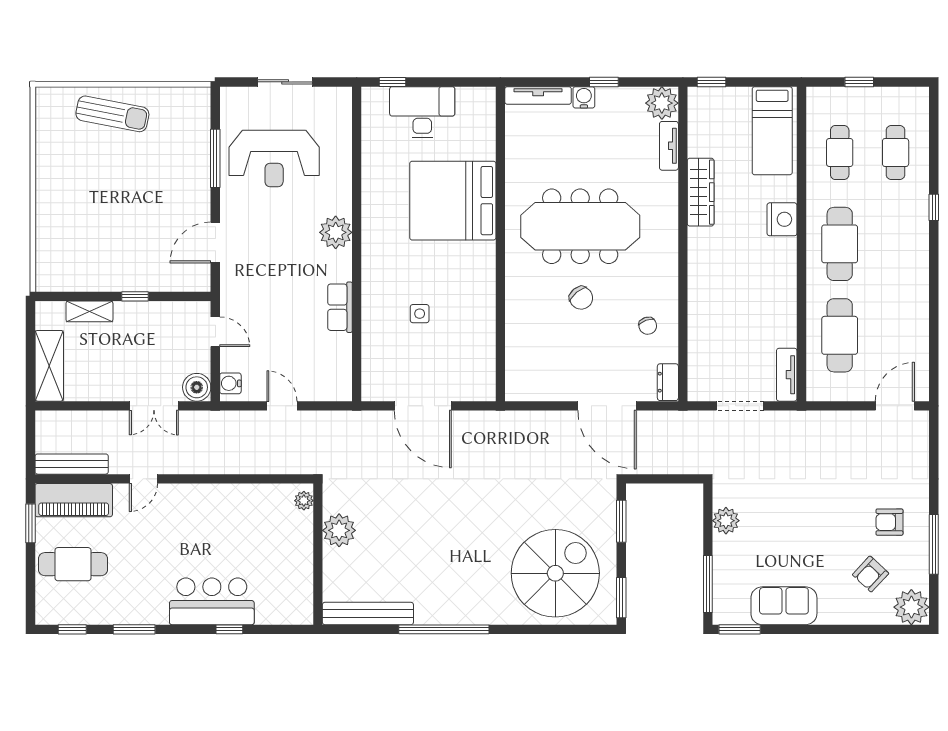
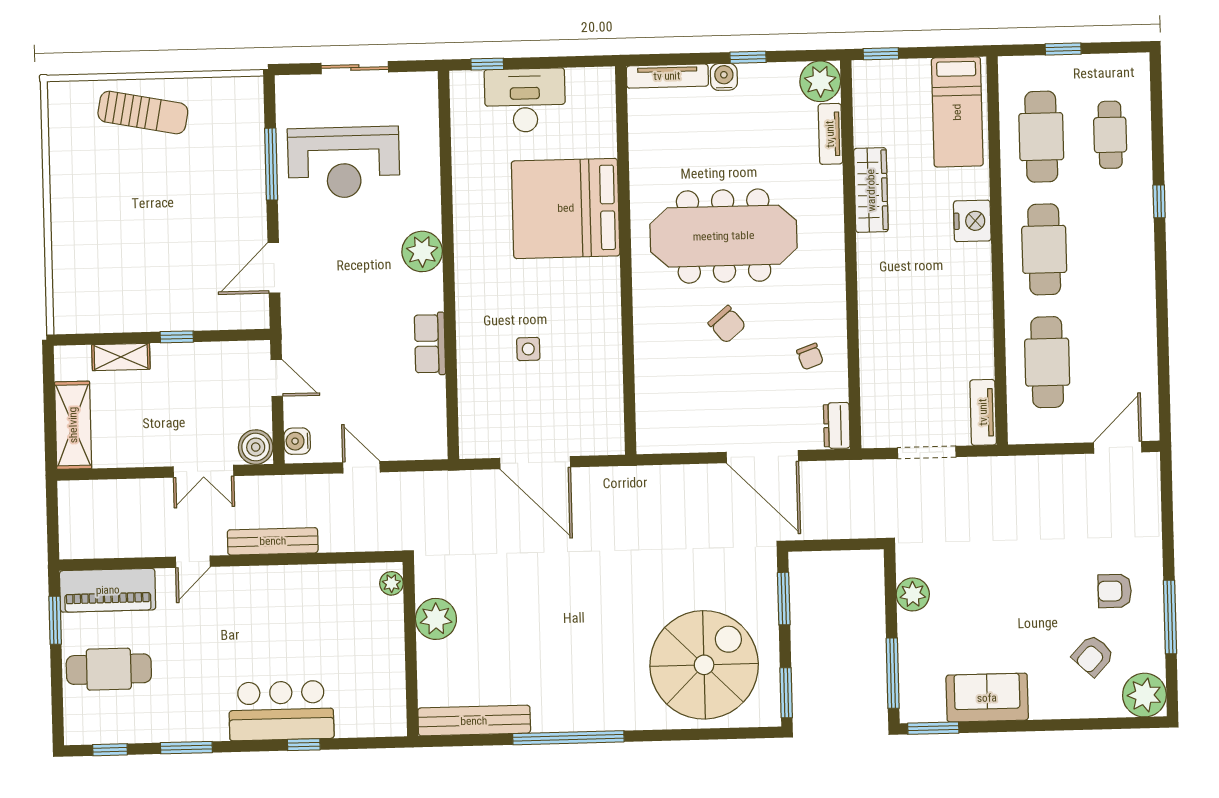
cafe table: (840, 152) -> (1041, 137), width x1.37, depth x1.35
bench: (72, 464) -> (273, 541), moved

